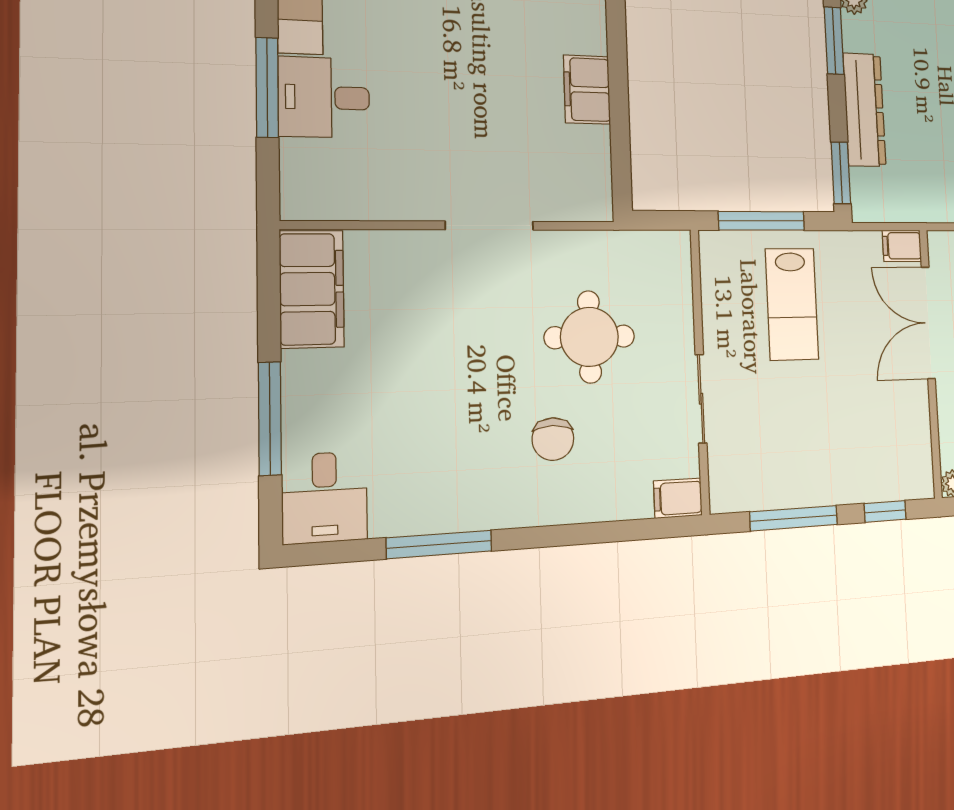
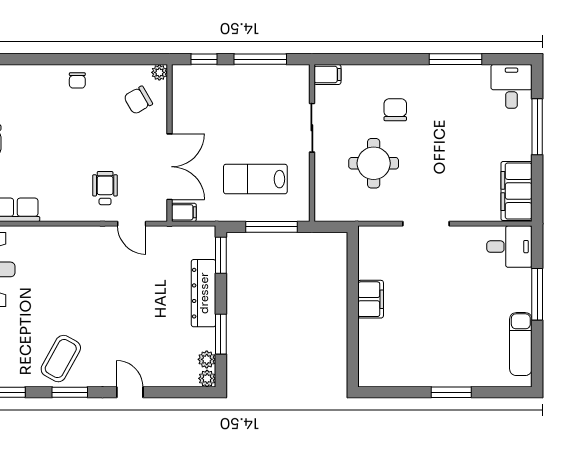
desk: (324, 97) -> (509, 247), moved
lab bench: (792, 304) -> (255, 179), turned -90

